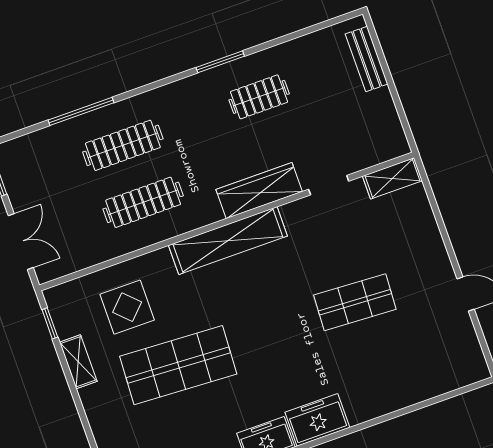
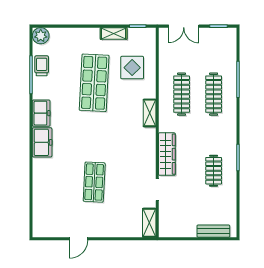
shelving: (228, 241) -> (150, 113), width x0.45, depth x0.75

